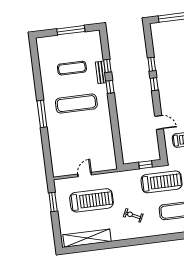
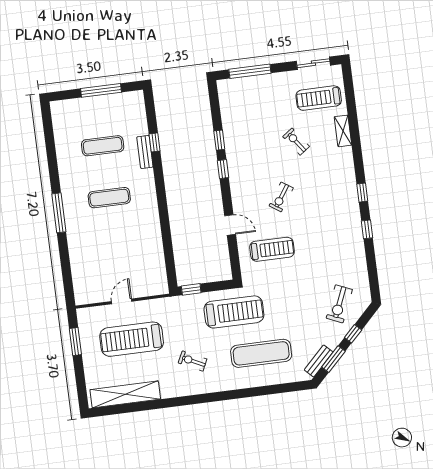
window: (110, 87) -> (158, 173), removed
exercise mat: (76, 104) -> (109, 198), width x0.73, depth x0.69
window: (145, 165) -> (191, 289), moved
treadmill: (91, 200) -> (132, 339), turned 180

